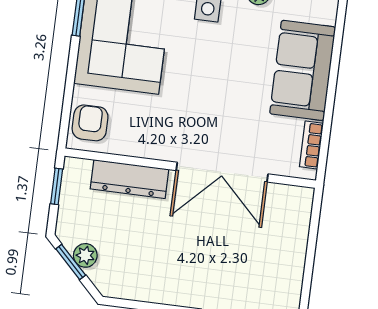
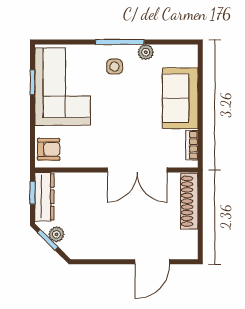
armchair: (90, 123) -> (49, 149), turned 90
dresser: (129, 179) -> (44, 197), moved, turned -90
shoe rack: (296, 231) -> (189, 201), added

